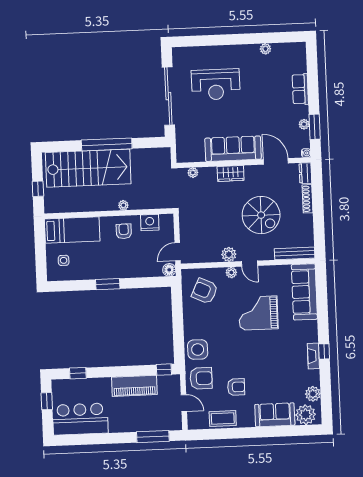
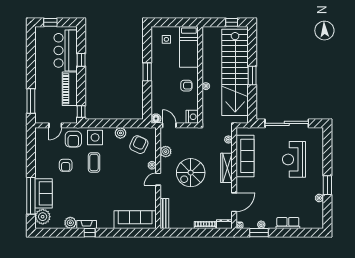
window: (248, 39) -> (327, 185), added
window: (107, 144) -> (252, 75), width x0.47
sofa: (233, 149) -> (245, 156), moved
stairs: (88, 168) -> (235, 72), width x1.36
wardrobe: (231, 173) -> (226, 168), width x1.50
window: (38, 189) -> (232, 22), moved
spiral stairs: (261, 215) -> (191, 173), moved
nightstand: (150, 222) -> (192, 117), moved
plant: (229, 254) -> (166, 152), moved
grand piano: (258, 313) -> (121, 184), removed
plant: (190, 316) -> (120, 133), added
window: (78, 373) -> (81, 60), moved
plant: (313, 394) -> (70, 223), moved
window: (47, 401) -> (50, 22), moved
bar counter: (80, 419) -> (66, 50), moved, turned 180
coffee table: (223, 419) -> (94, 162), moved
window: (278, 431) -> (31, 196), added

